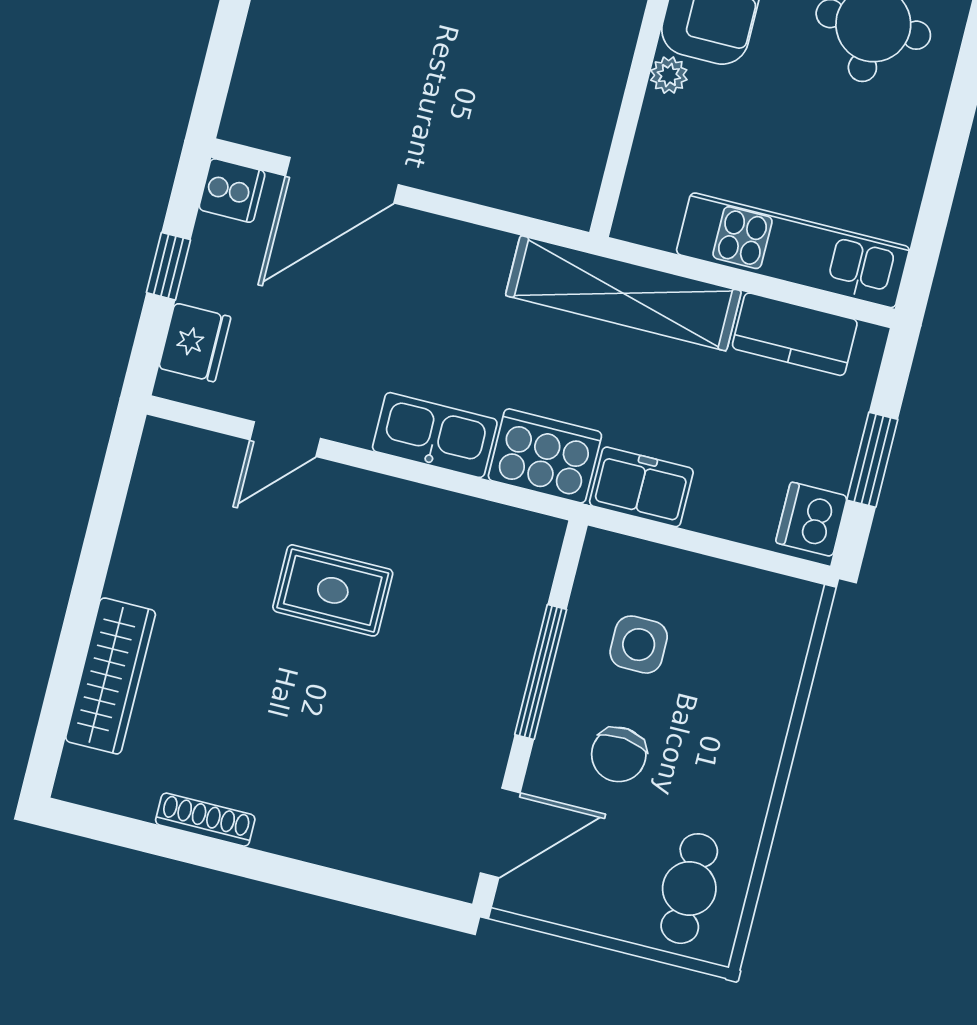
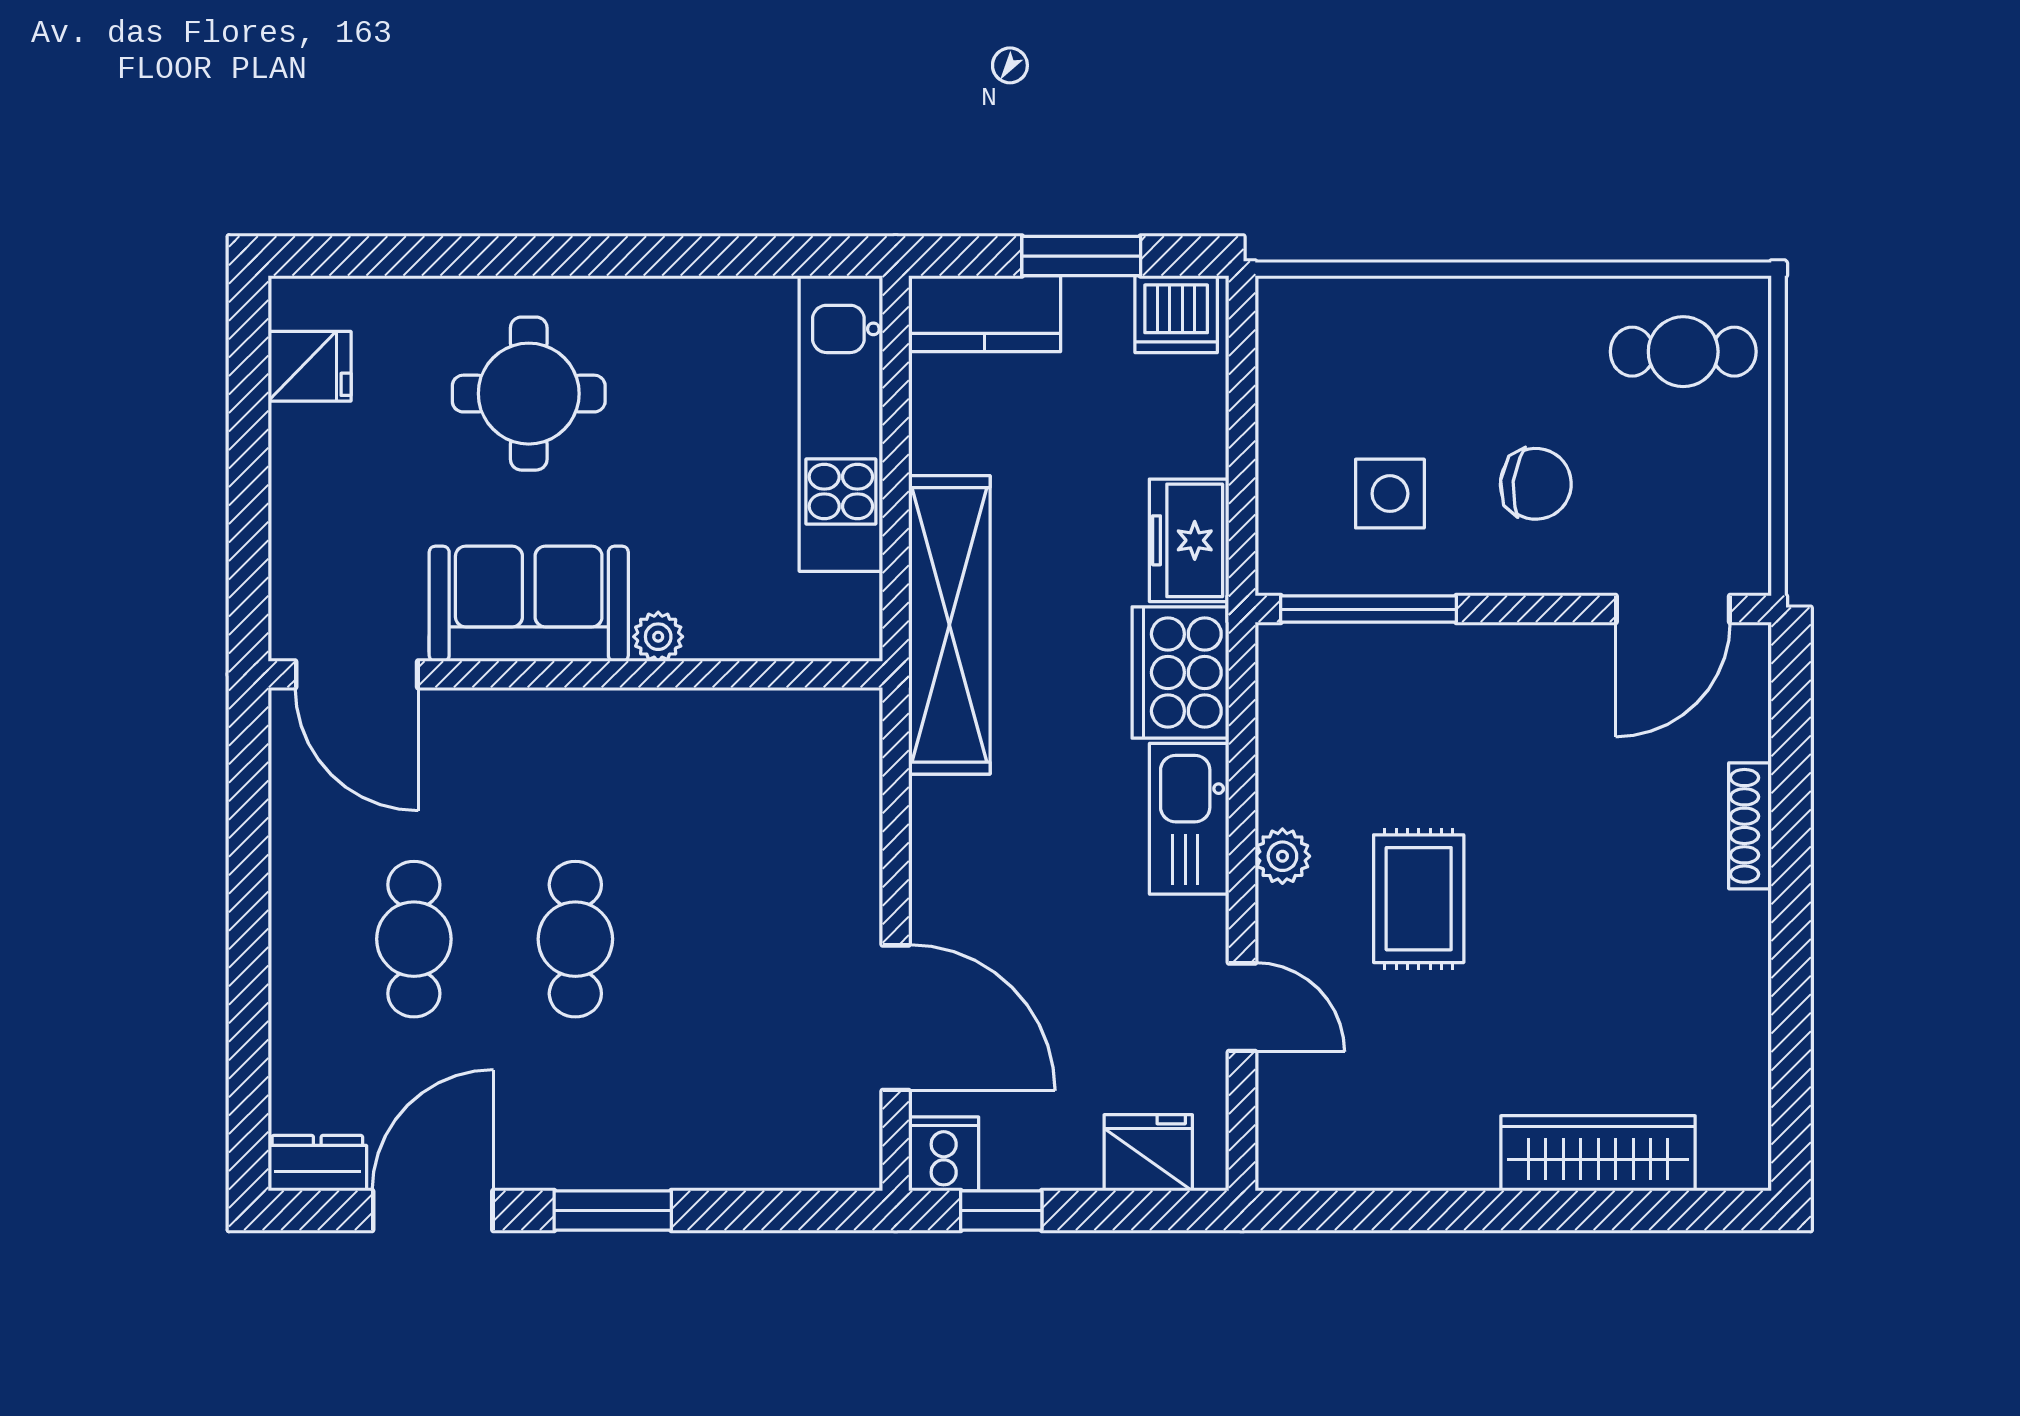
window: (168, 266) -> (1001, 1210), moved
kitchen counter: (795, 334) -> (985, 314), moved, turned 90
plant: (390, 497) -> (1282, 856), added
window: (541, 672) -> (1368, 609), moved
shoe rack: (205, 820) -> (1750, 826), moved
door: (500, 833) -> (1673, 609), swing flipped

